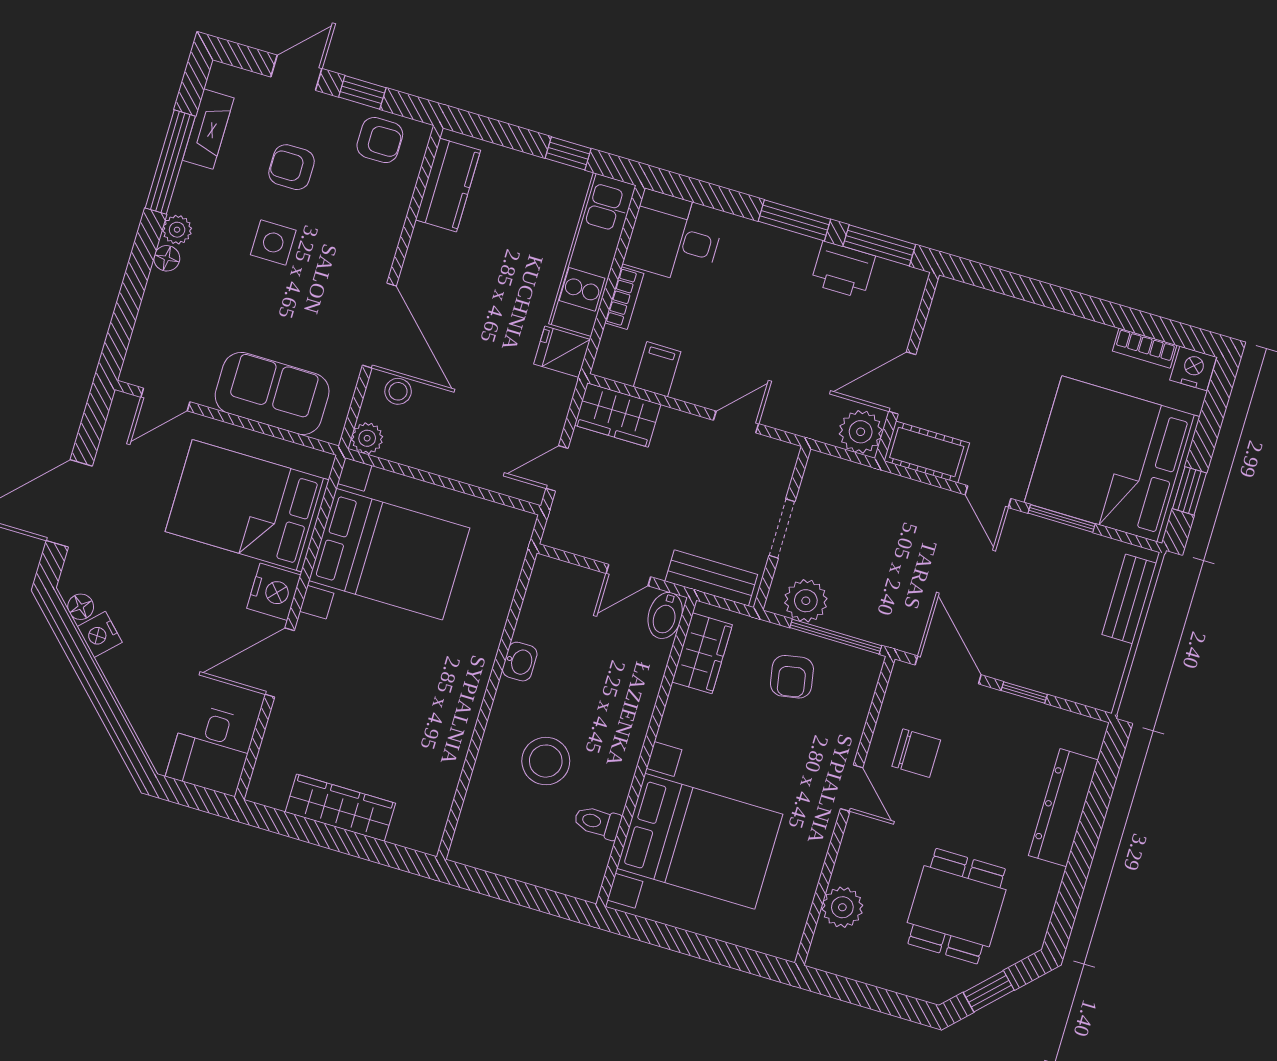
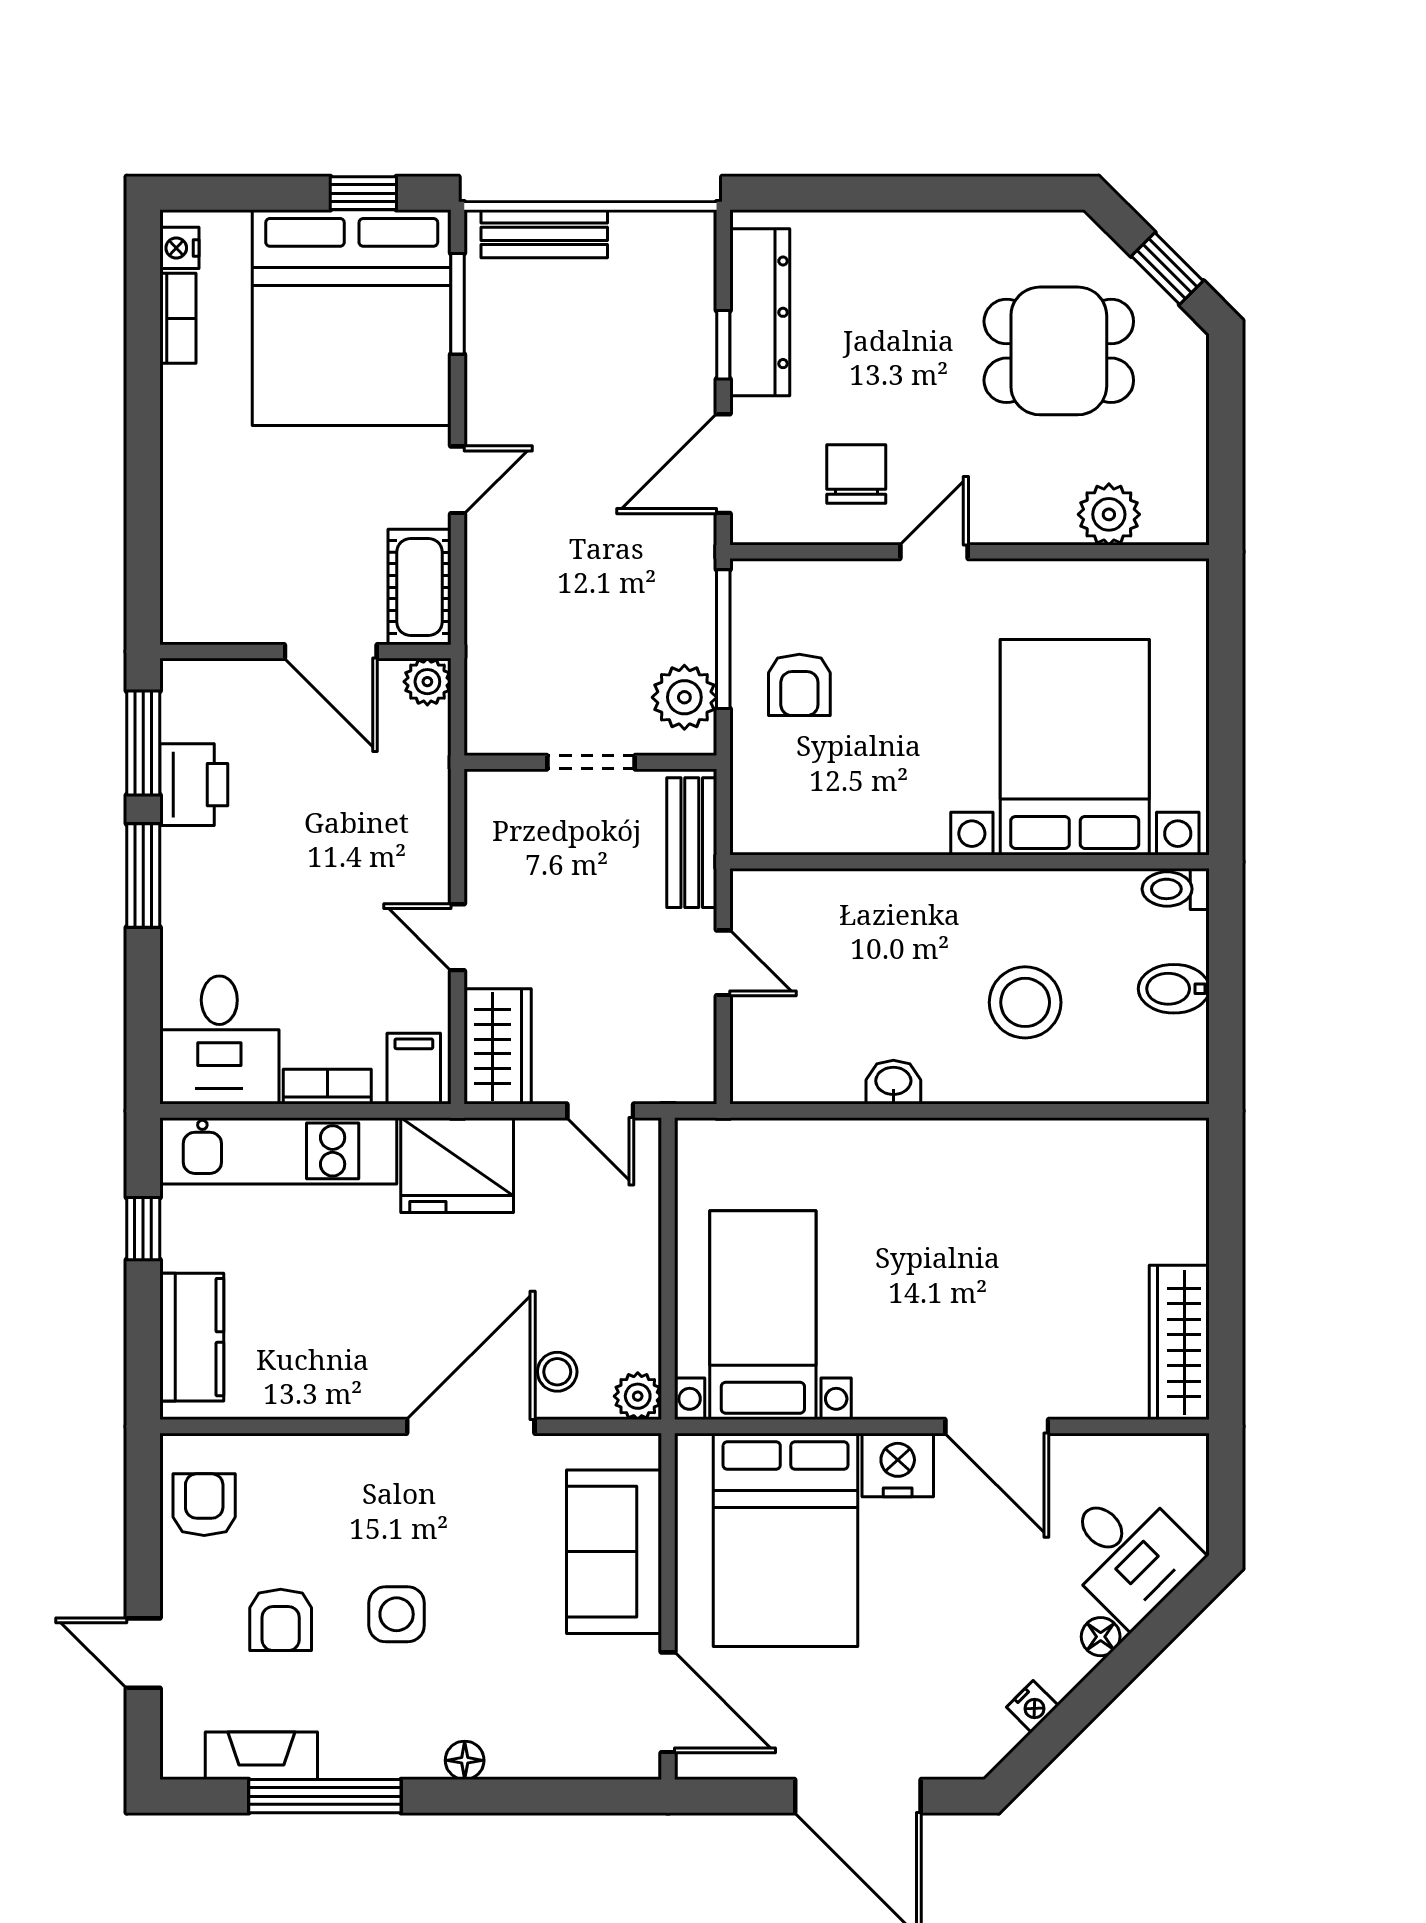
window: (362, 92) -> (143, 1550), removed
kitchen counter: (448, 185) -> (192, 1337), moved, turned 90
plant: (177, 230) -> (419, 1758), removed
fridge: (562, 352) -> (457, 1165), width x1.88, depth x1.34
nightstand: (1193, 368) -> (179, 248), width x0.72, depth x0.74
filing cabinet: (657, 369) -> (414, 1069), moved, turned 90
door: (165, 400) -> (668, 1702), width x1.37
door: (736, 422) -> (458, 937), moved
plant: (861, 432) -> (427, 682), width x0.73, depth x0.73
window: (1062, 519) -> (458, 304), moved
bed with nightstands: (389, 554) -> (763, 1315), width x0.73
floor lamp: (81, 607) -> (1101, 1637), moved
bidet: (665, 615) -> (1174, 989), moved, turned 180
nightstand: (100, 635) -> (1032, 1706), width x0.72, depth x0.74
wardrobe: (702, 653) -> (804, 824), removed
armchair: (792, 677) -> (799, 685), turned 100
desk: (211, 749) -> (1128, 1553), moved, turned 45
wardrobe: (340, 808) -> (1179, 1342), moved
dresser: (1063, 808) -> (760, 312), moved, turned -90
toilet: (598, 822) -> (1176, 889), moved, turned 90

